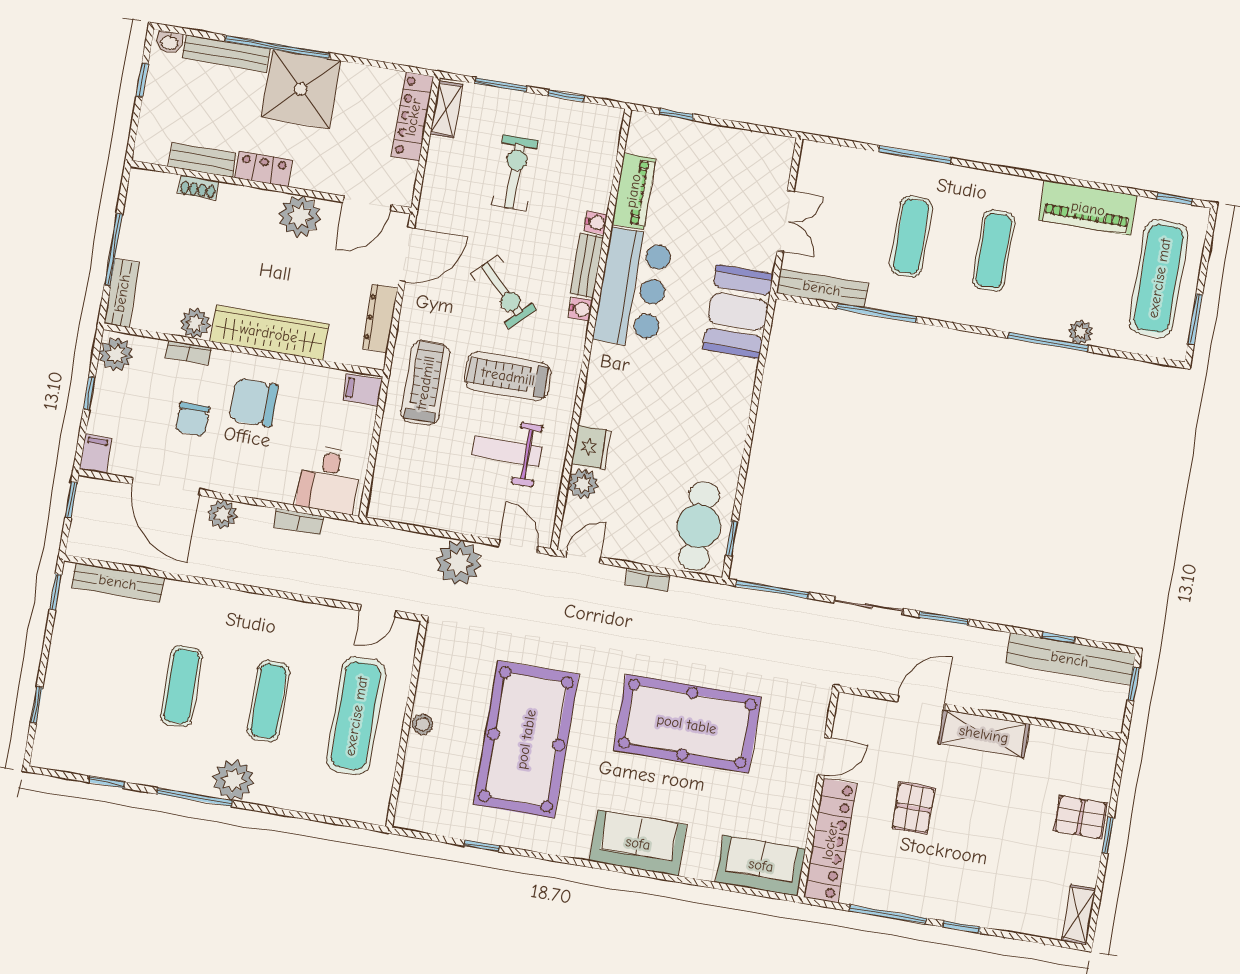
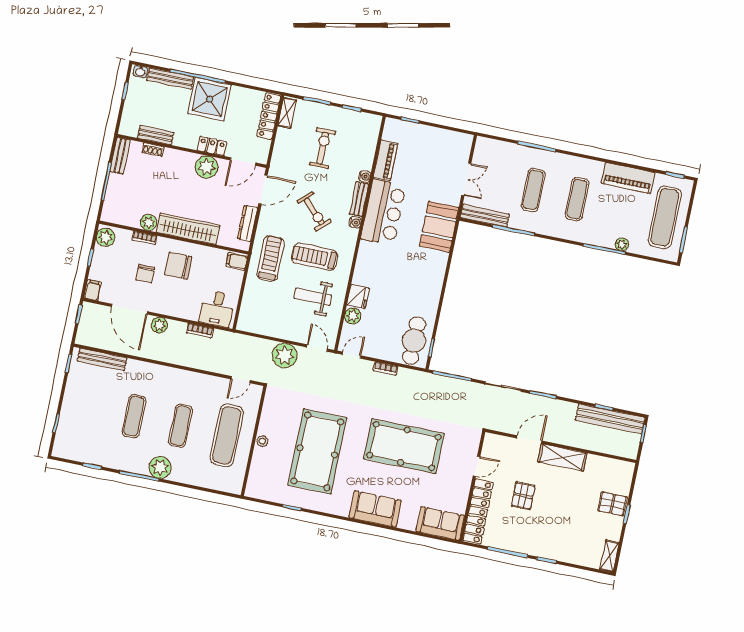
locker: (263, 169) -> (212, 146), moved
bench: (122, 293) -> (120, 156), moved

